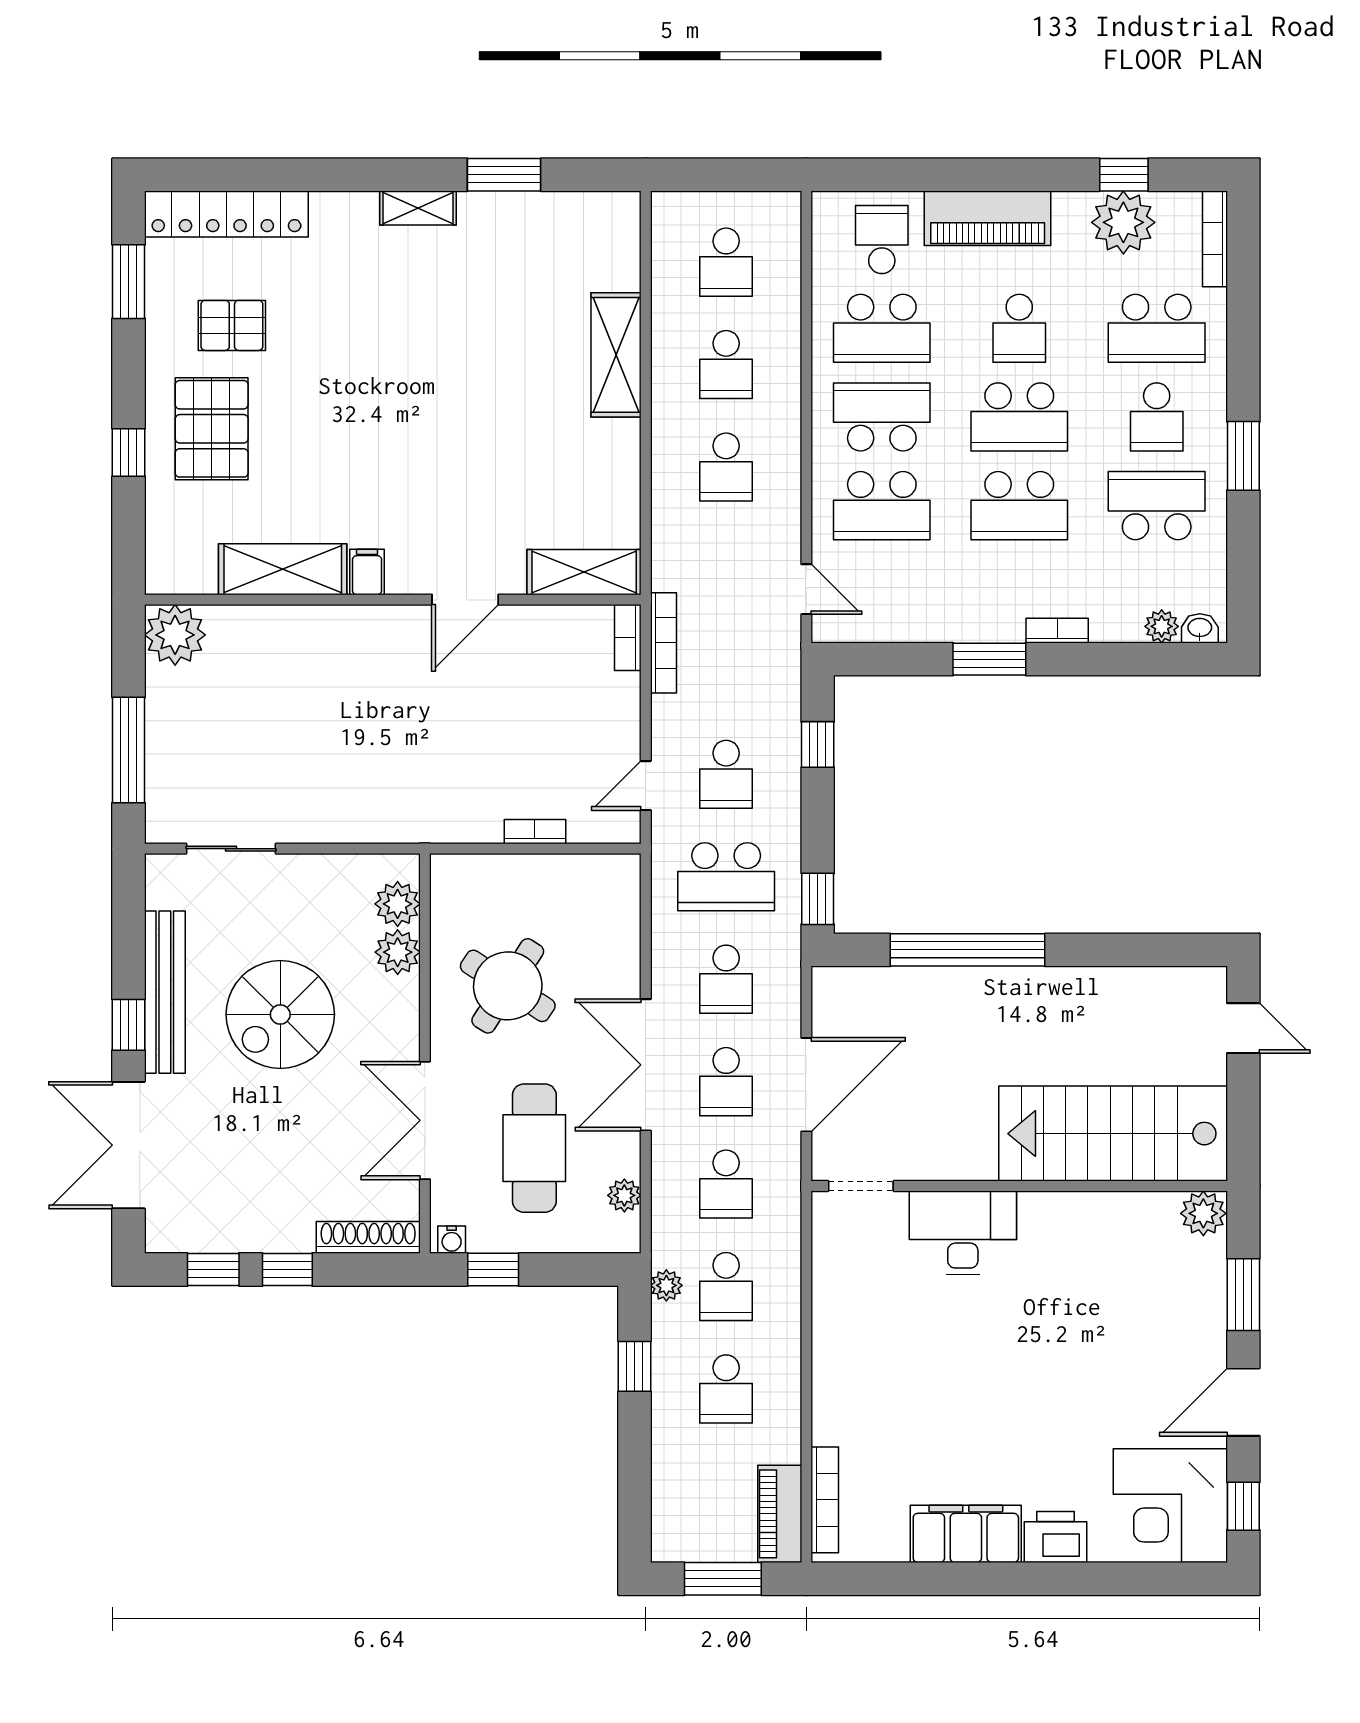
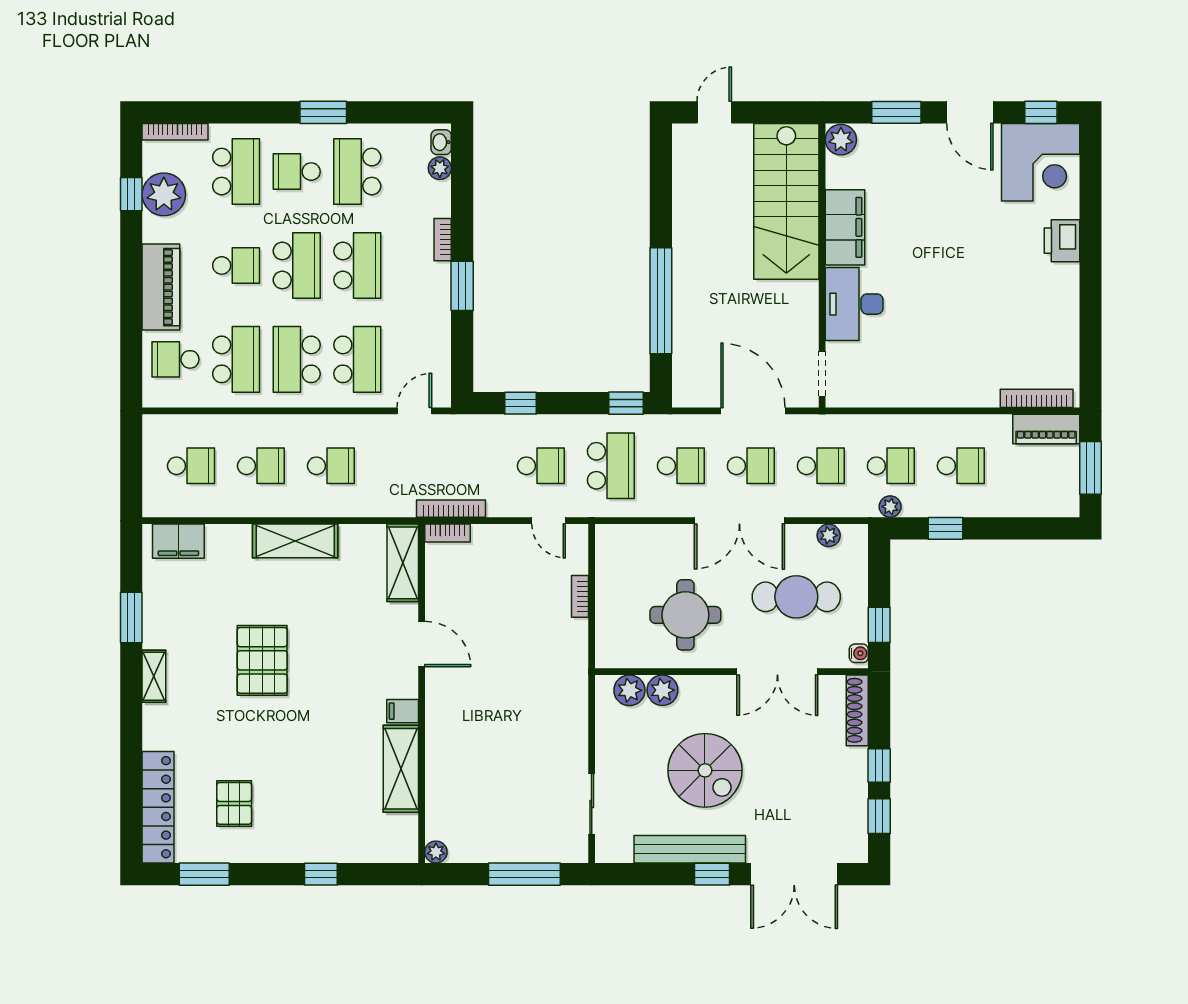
filing cabinet: (616, 244) -> (178, 541), added
shelving: (616, 355) -> (295, 541), moved
school desk: (1157, 417) -> (297, 172), turned 180
pallet: (212, 429) -> (262, 660), moved, turned 90
plant: (175, 635) -> (436, 852), width x0.53, depth x0.53
round table: (508, 986) -> (685, 615), turned -33
filing cabinet: (966, 1534) -> (845, 227), moved, turned 180

